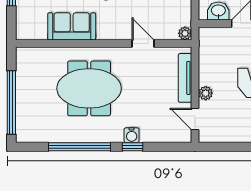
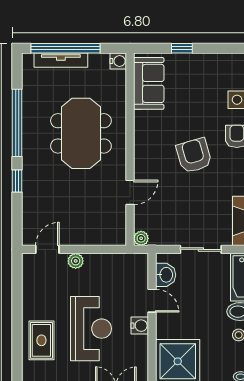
sofa: (72, 26) -> (149, 83), moved
tv unit: (185, 78) -> (61, 60), moved, turned 180
water cooler: (132, 135) -> (118, 61), moved, turned 180

